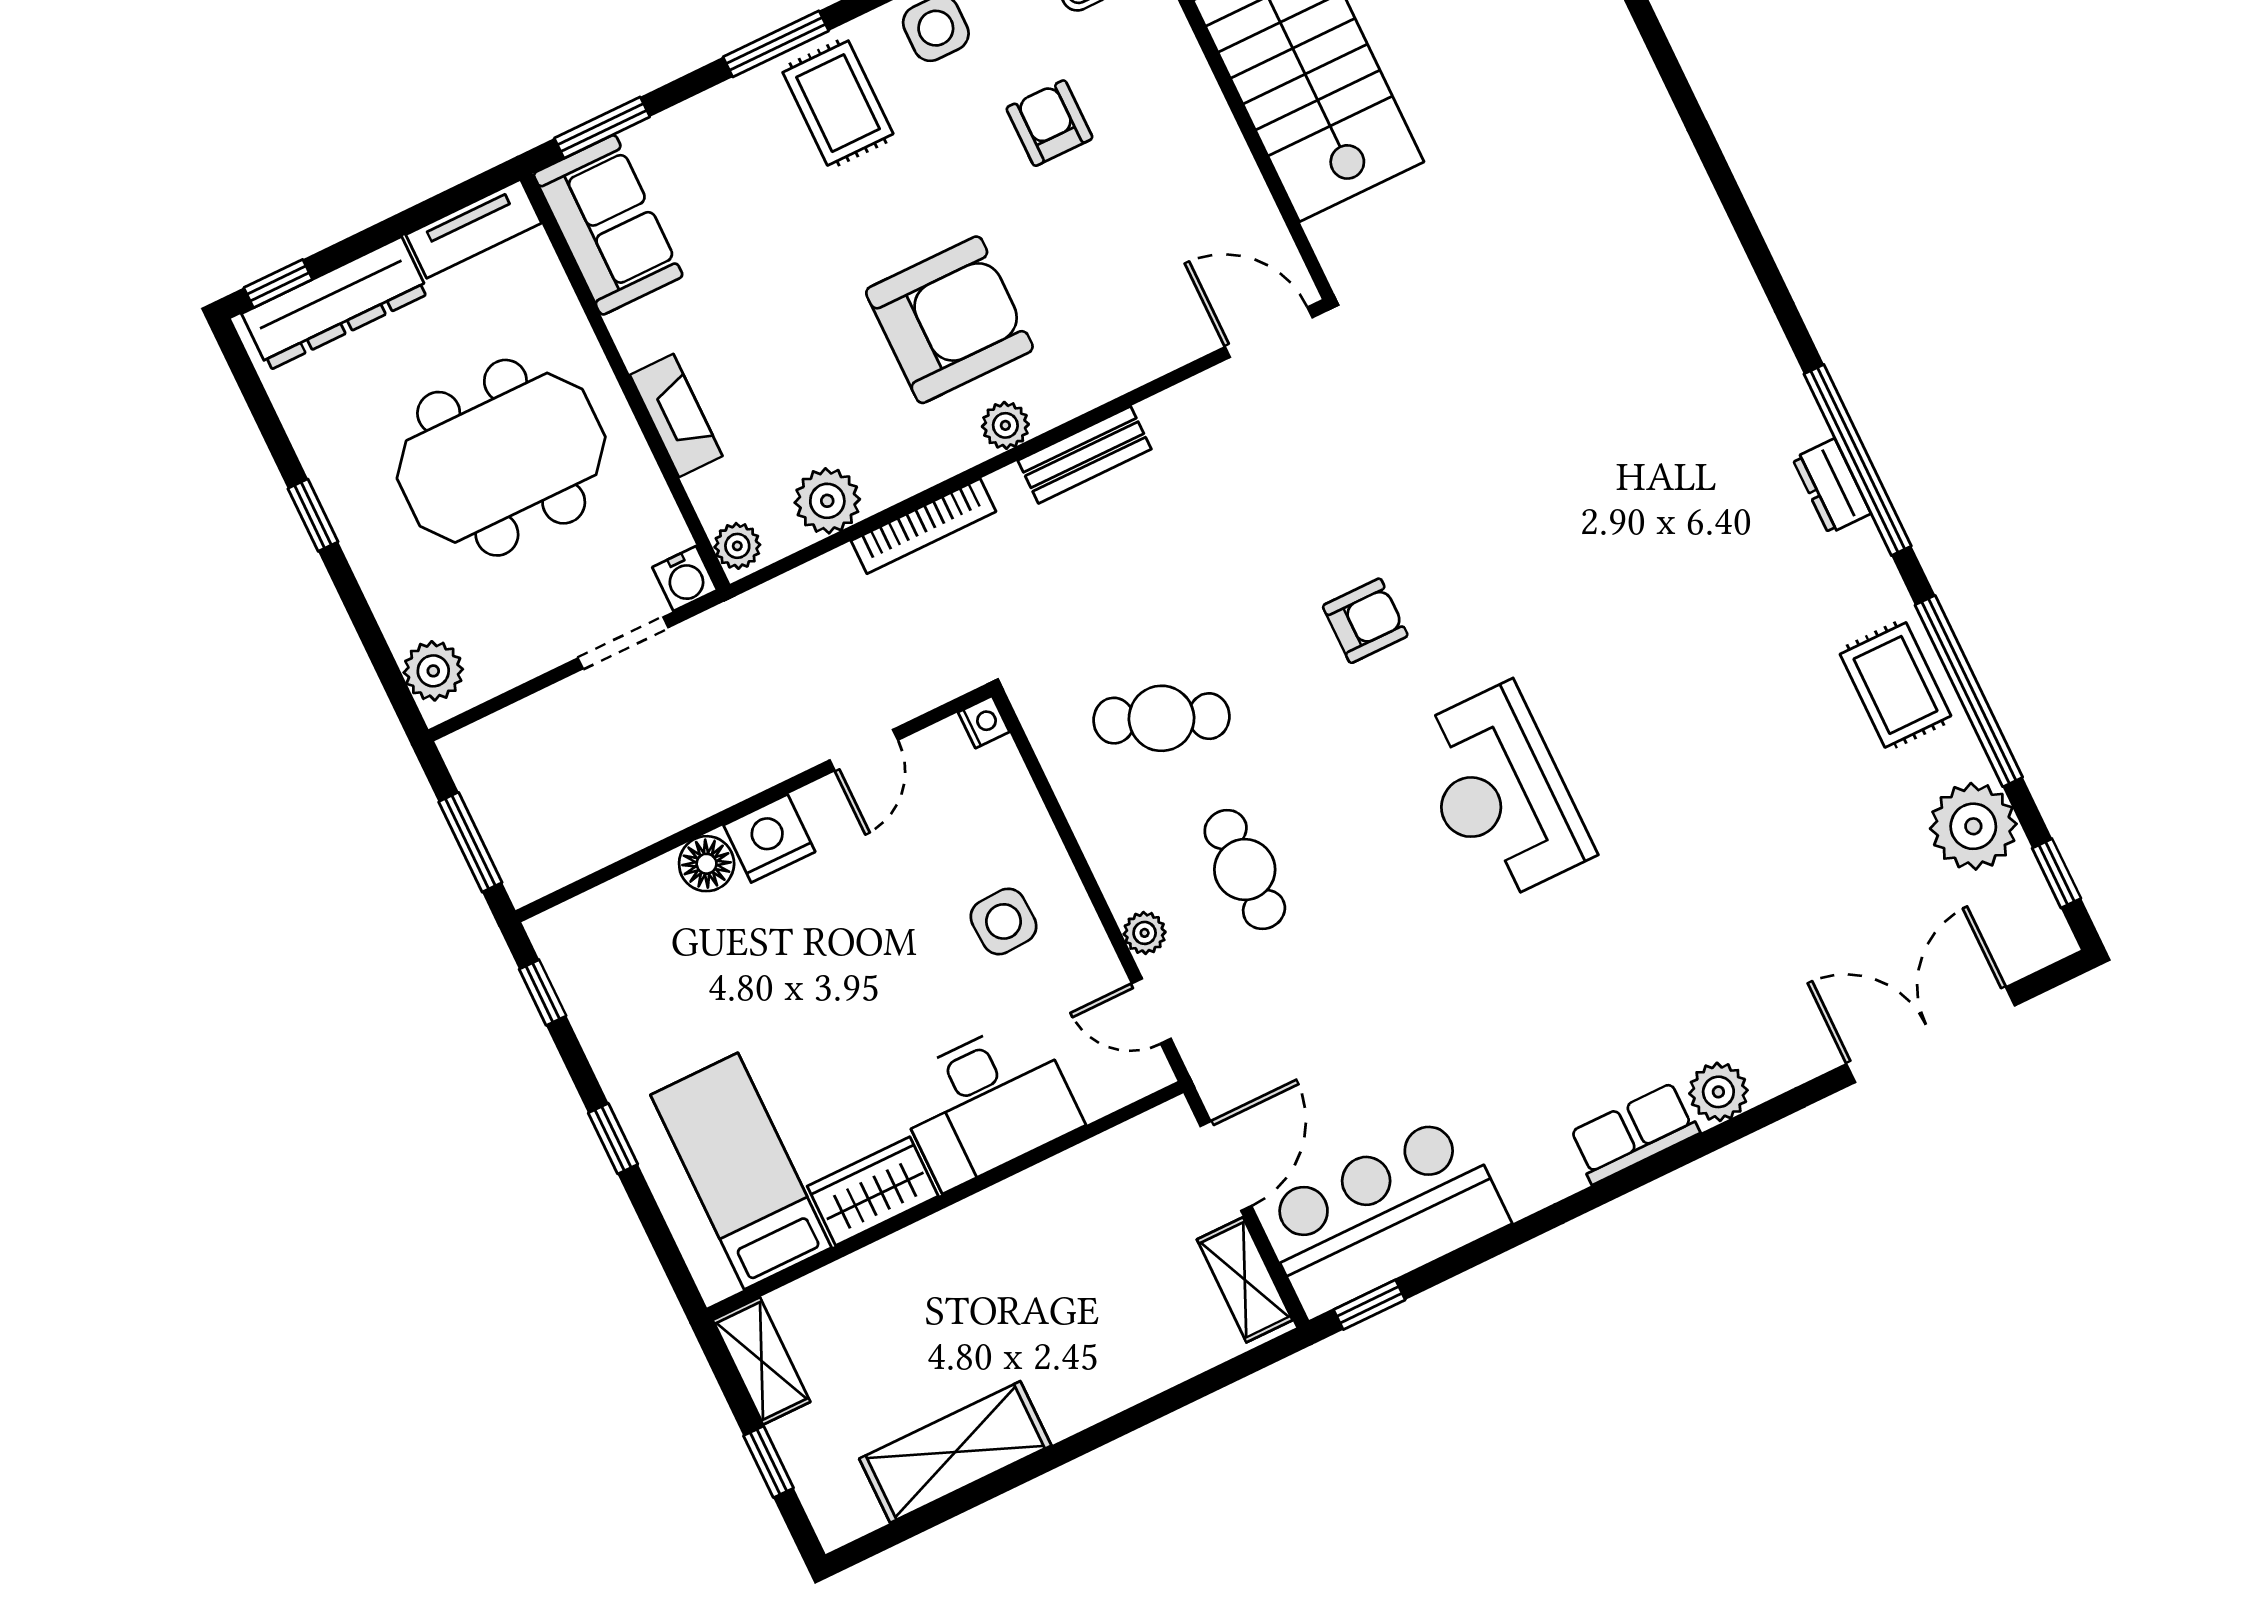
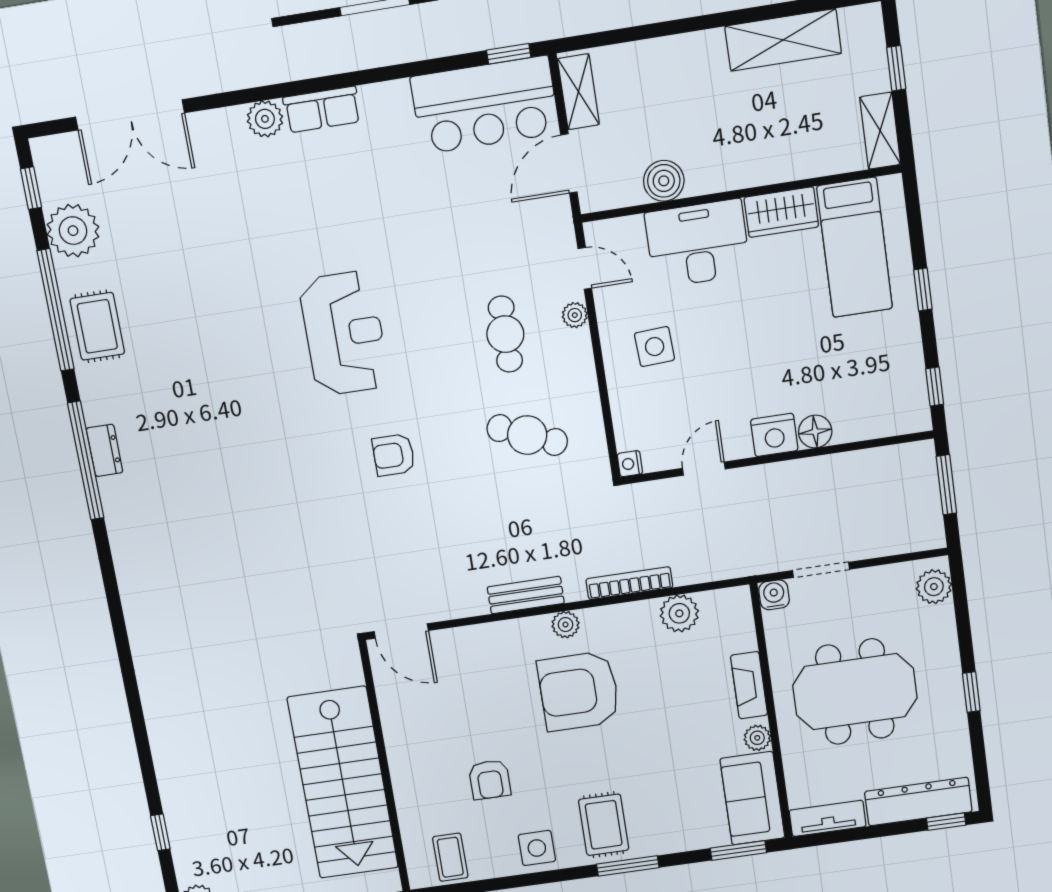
plant: (737, 546) -> (757, 738), moved
boiler: (1070, 1184) -> (664, 181), added

